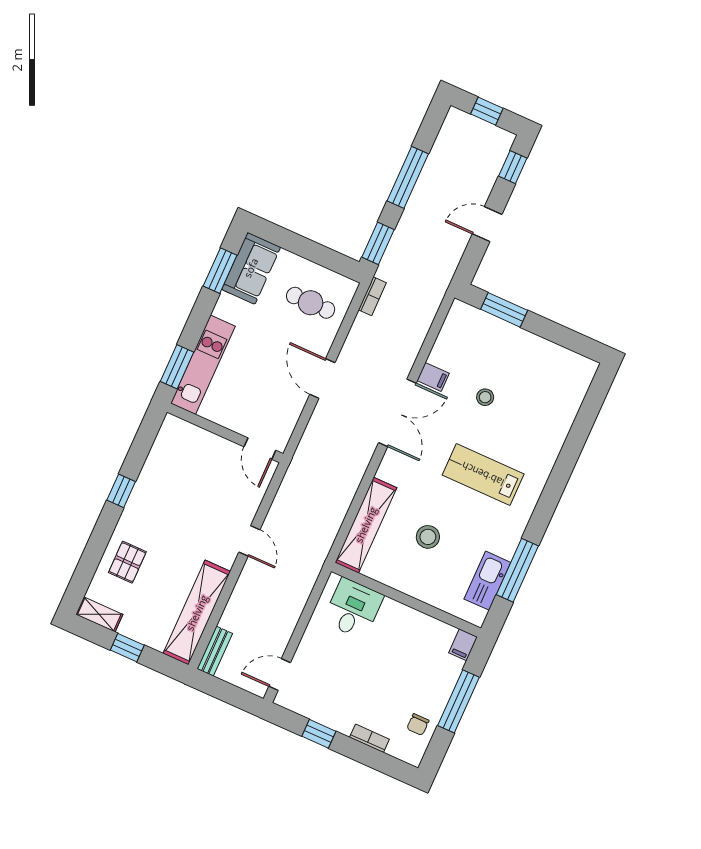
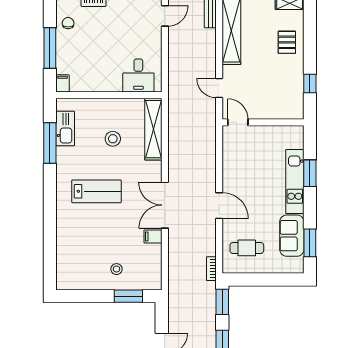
sofa: (251, 268) -> (292, 236), moved
stool: (485, 397) -> (116, 269), moved
wall: (225, 433) -> (263, 122), moved
door: (260, 449) -> (238, 122), moved

